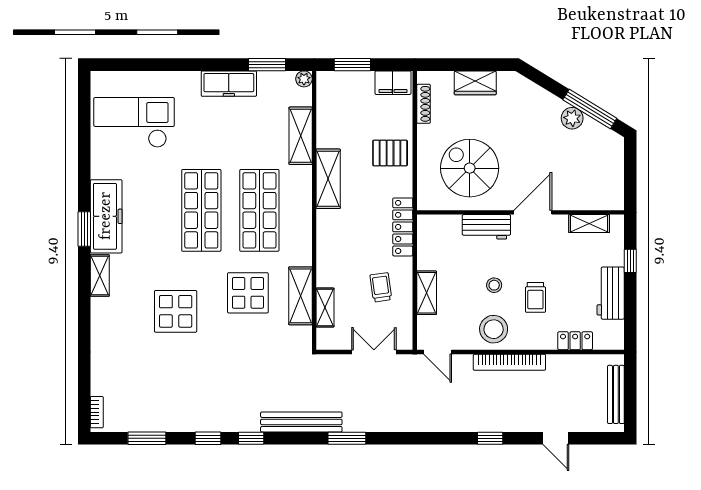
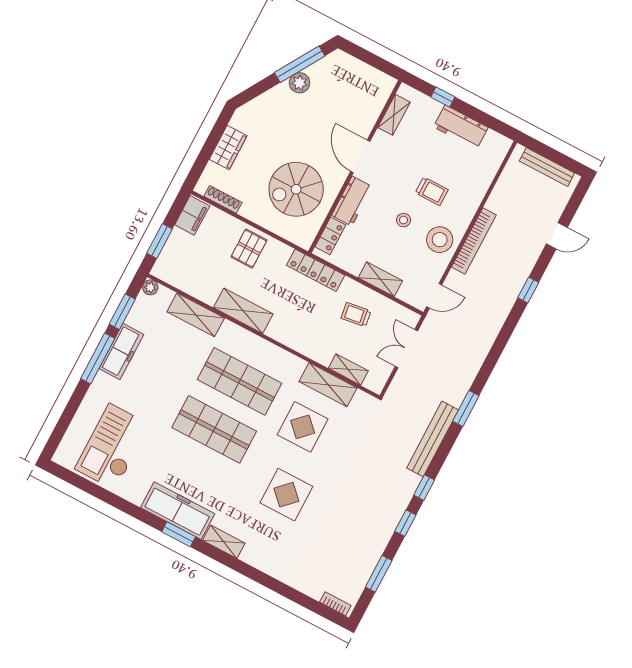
window: (210, 65) -> (98, 358), added
locker: (575, 341) -> (330, 236), moved, turned 180

